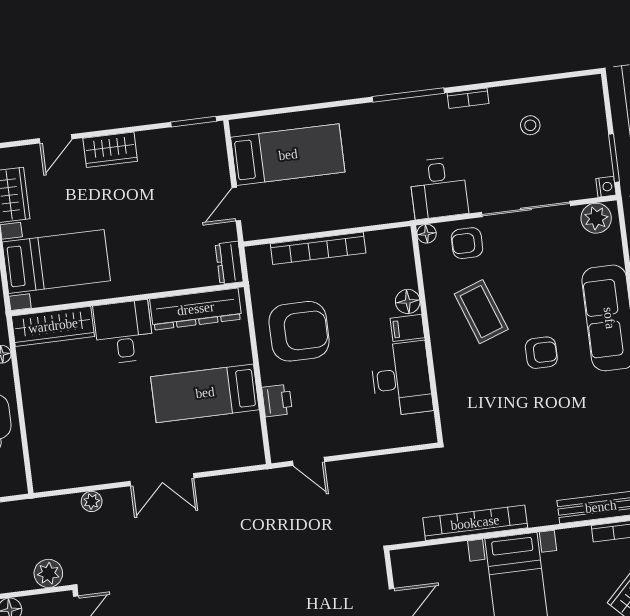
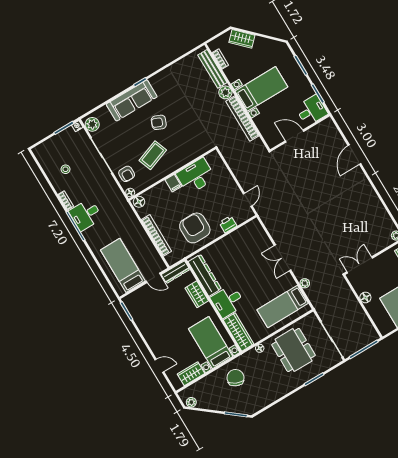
wardrobe: (110, 150) -> (197, 294), moved, turned 180
desk: (439, 188) -> (86, 215), moved, turned 180
dresser: (229, 263) -> (176, 272), width x1.44
floor lamp: (408, 301) -> (139, 202), moved
armchair: (541, 353) -> (159, 122), turned -68
bed: (205, 393) -> (283, 306), moved, turned 90
double door: (162, 480) -> (283, 258), swing flipped
plant: (48, 573) -> (225, 92), moved

